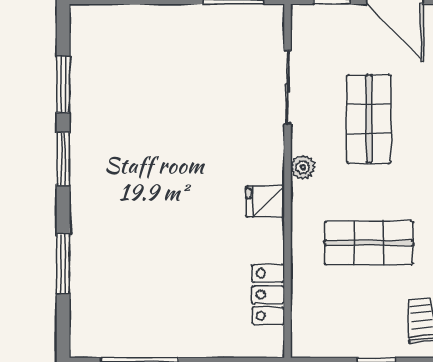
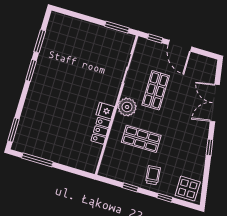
plant: (303, 167) -> (127, 107), width x1.88, depth x1.88
window: (63, 264) -> (13, 130), moved
locker: (268, 295) -> (101, 131), moved

